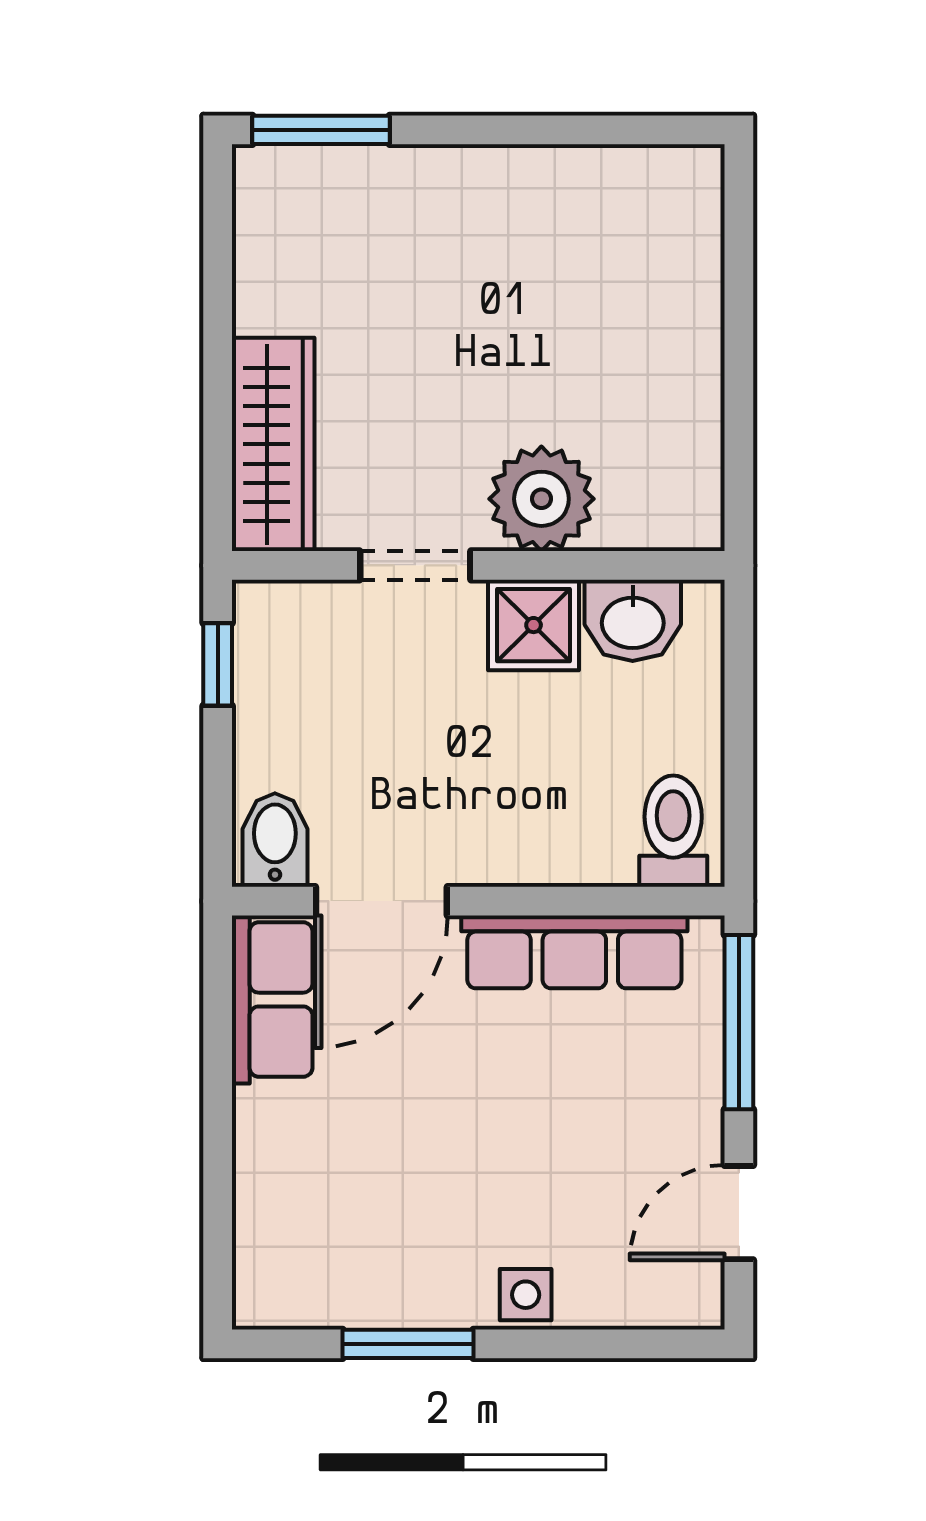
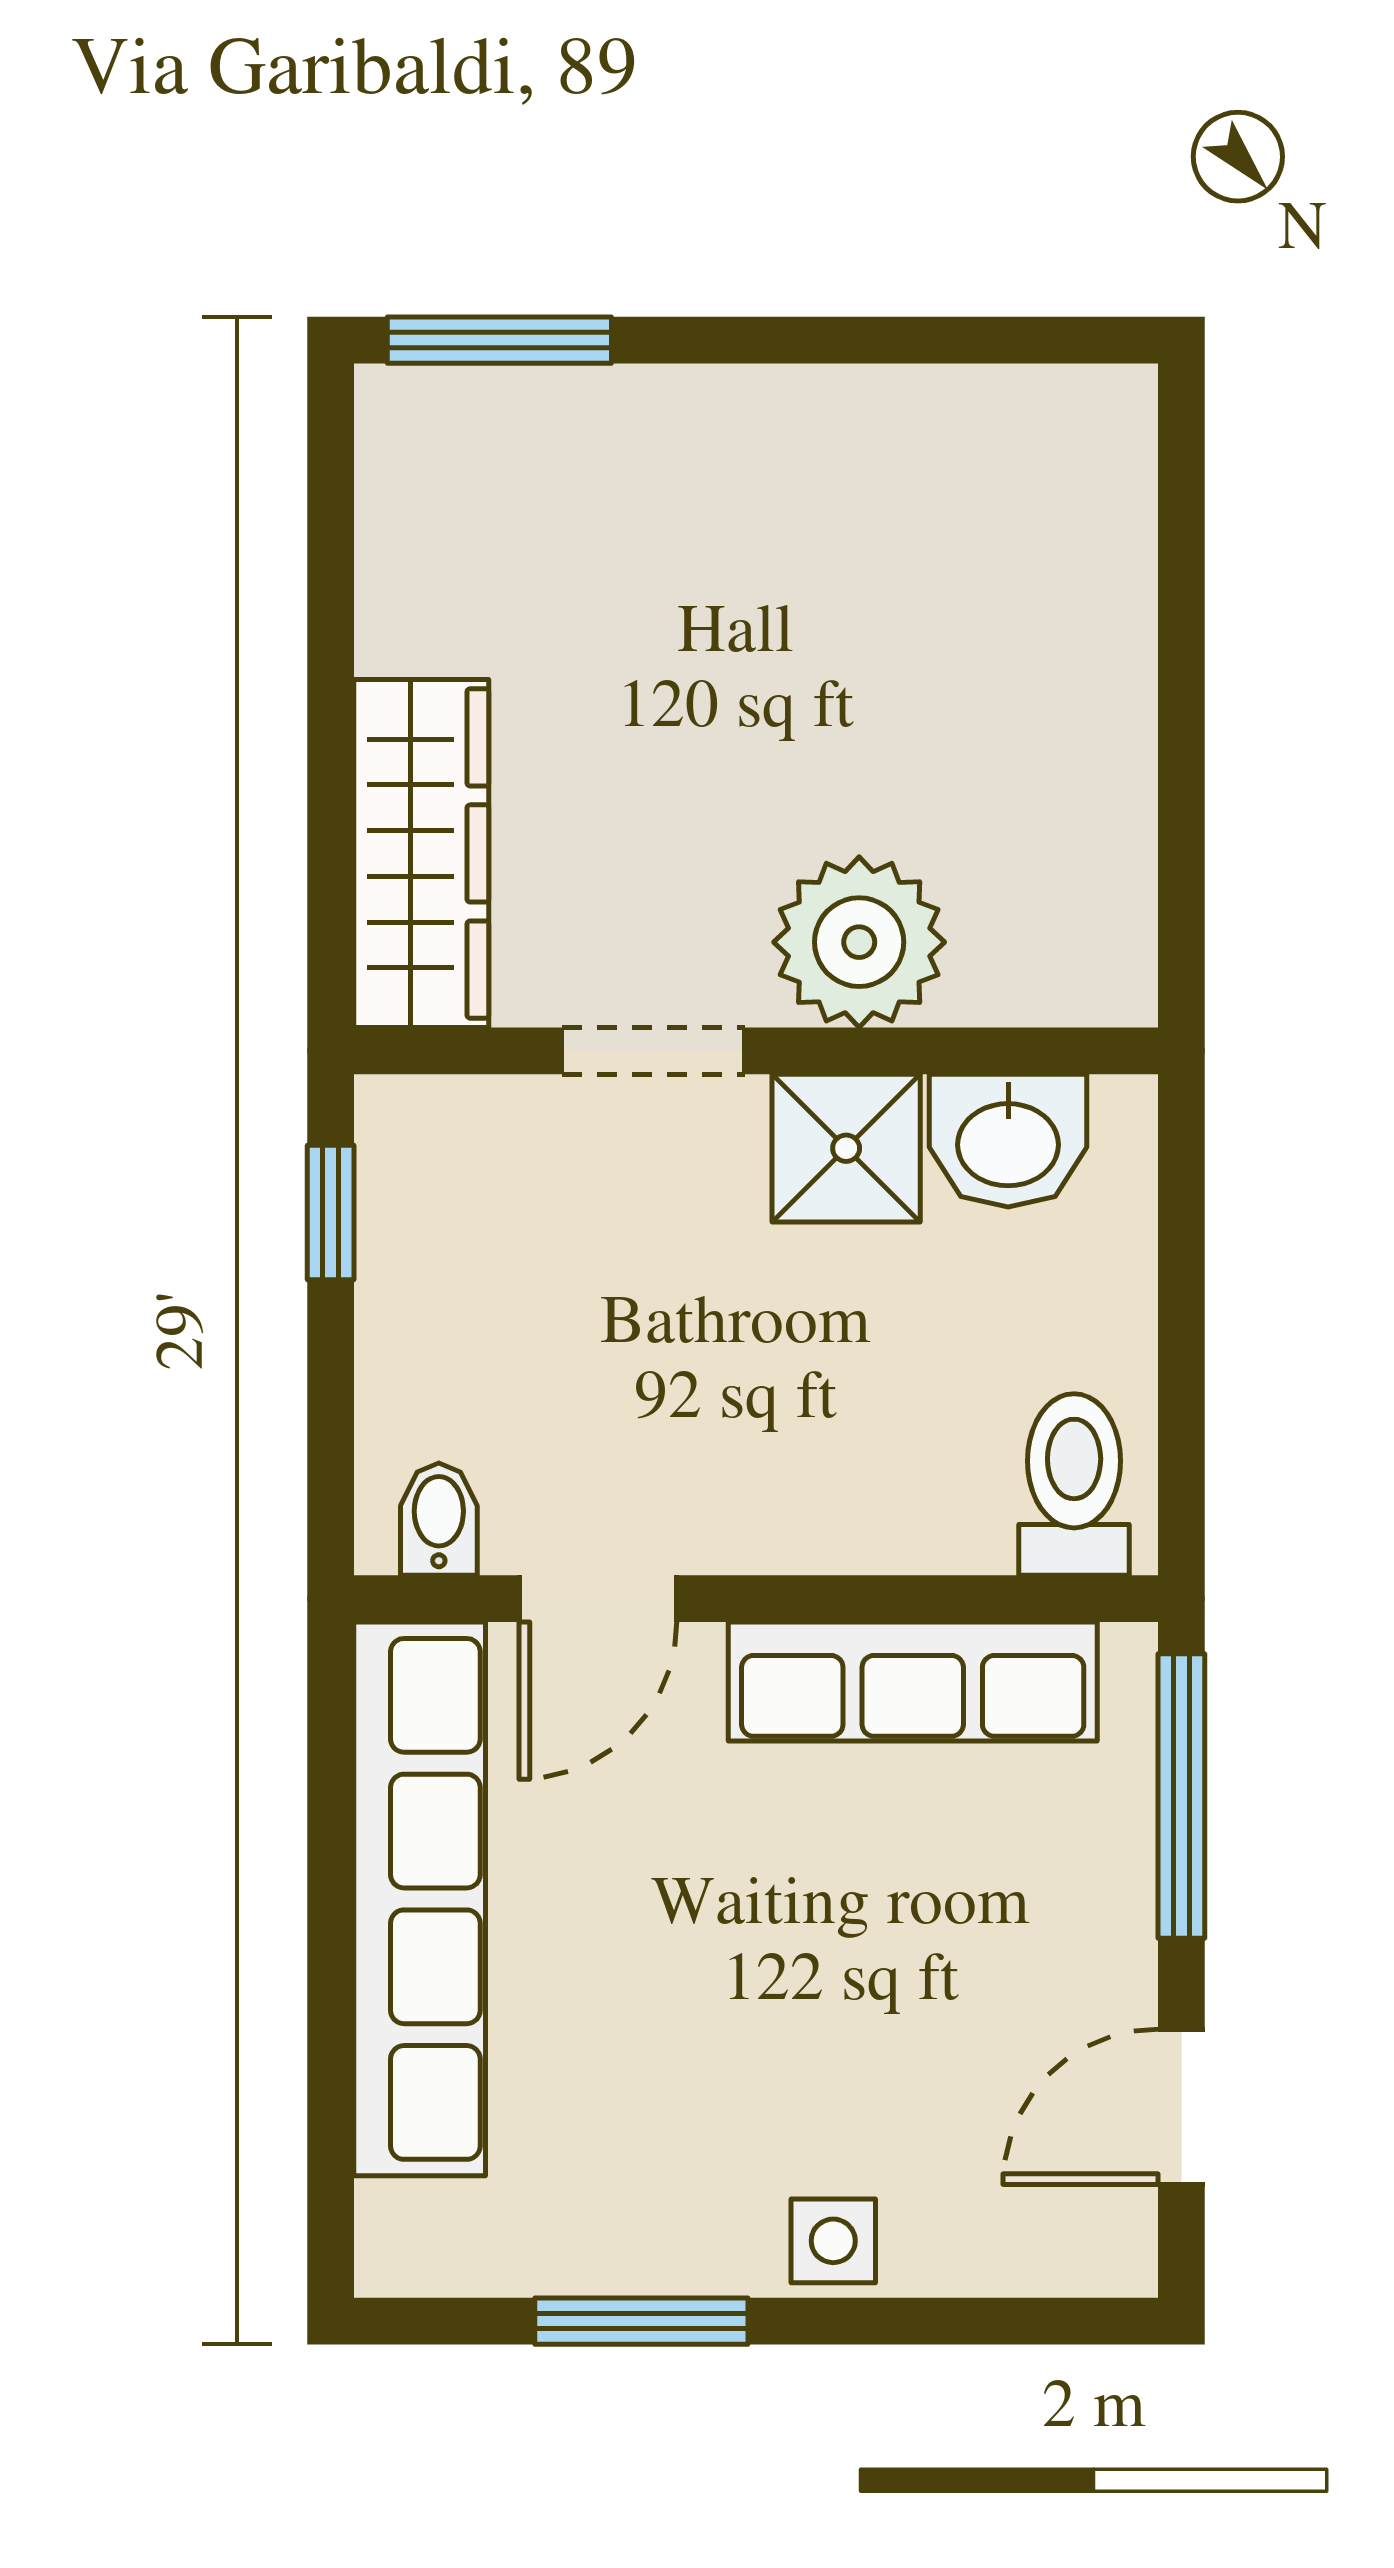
bidet: (275, 840) -> (439, 1519), width x0.72, depth x0.74
door: (381, 901) -> (598, 1599), width x0.73
row of seats: (272, 1000) -> (420, 1899), width x2.02

